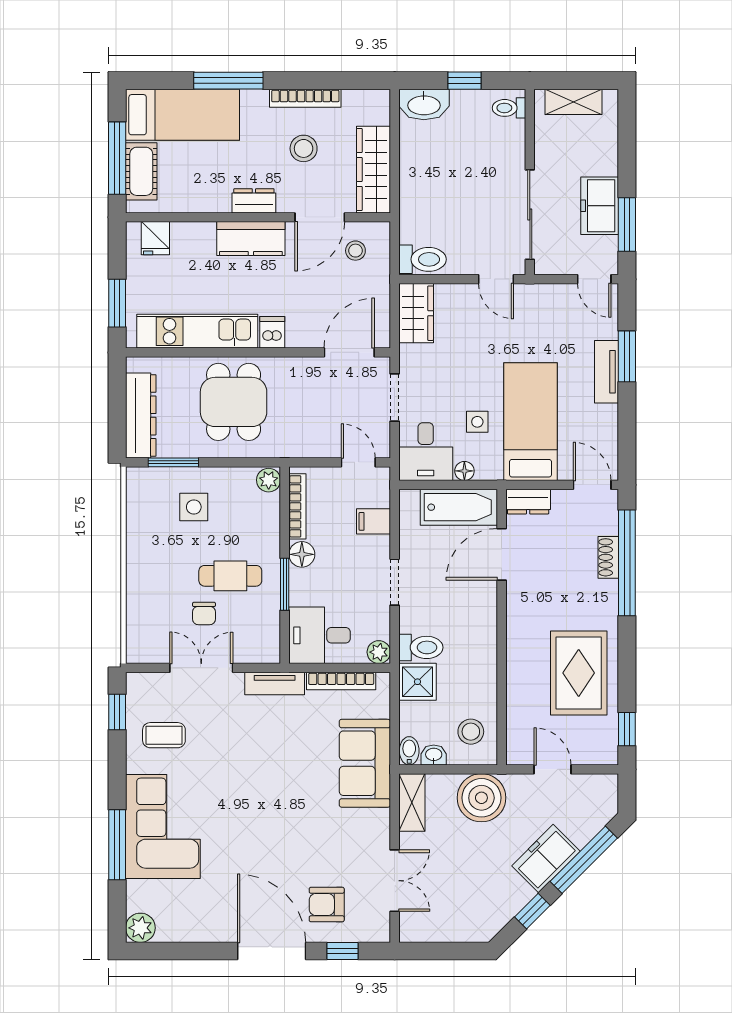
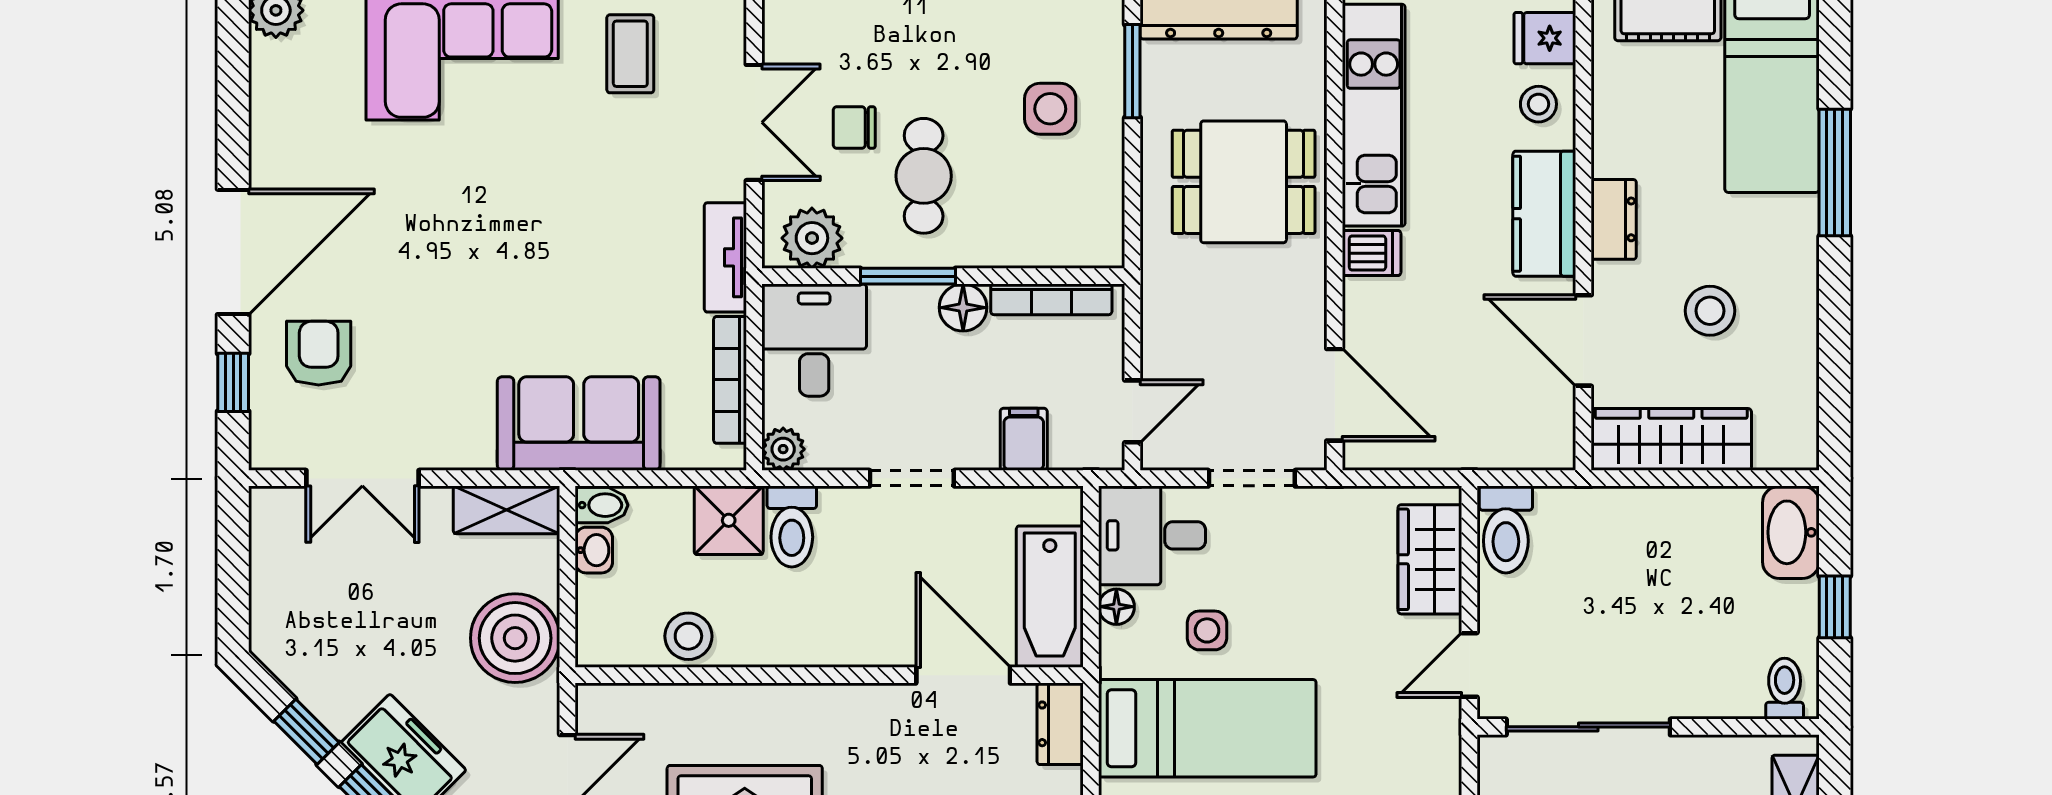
bookcase: (305, 98) -> (1802, 314), removed
stool: (355, 251) -> (1538, 104), moved
wardrobe: (416, 313) -> (1430, 559), moved, turned 90
plant: (269, 480) -> (812, 238), moved, width x1.38, depth x1.38
stool: (471, 732) -> (688, 636), moved

